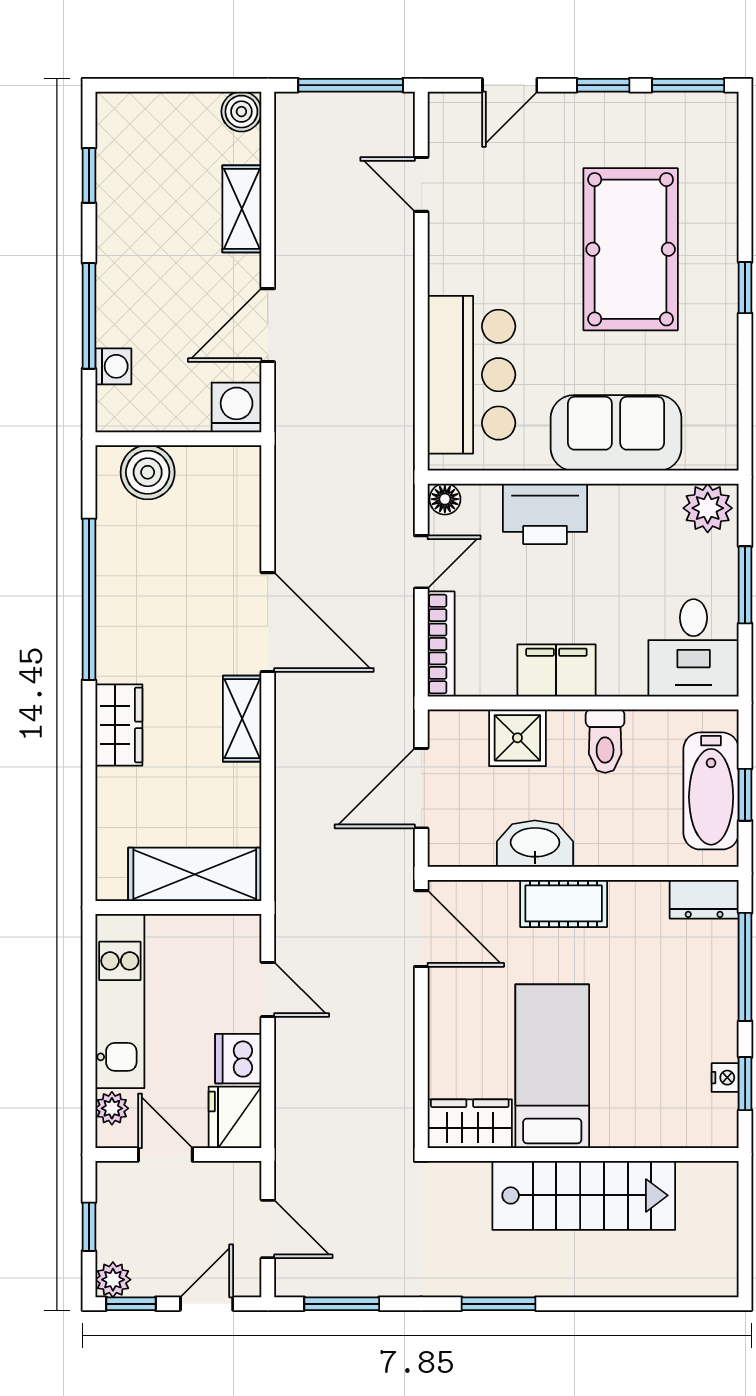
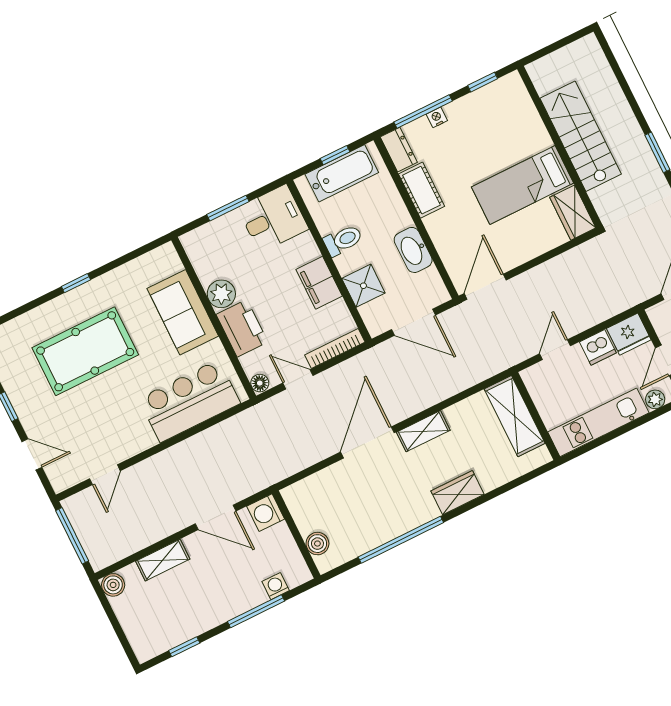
boiler: (148, 472) -> (317, 544), width x0.73, depth x0.73
plant: (708, 508) -> (221, 294), moved
cot: (564, 903) -> (421, 190), moved
nightstand: (725, 1078) -> (437, 117), moved

